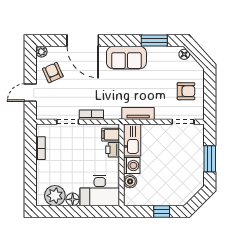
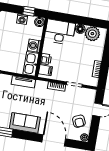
boiler: (130, 181) -> (39, 22), moved
washing machine: (154, 199) -> (22, 19), added
window: (162, 211) -> (29, 11), moved

